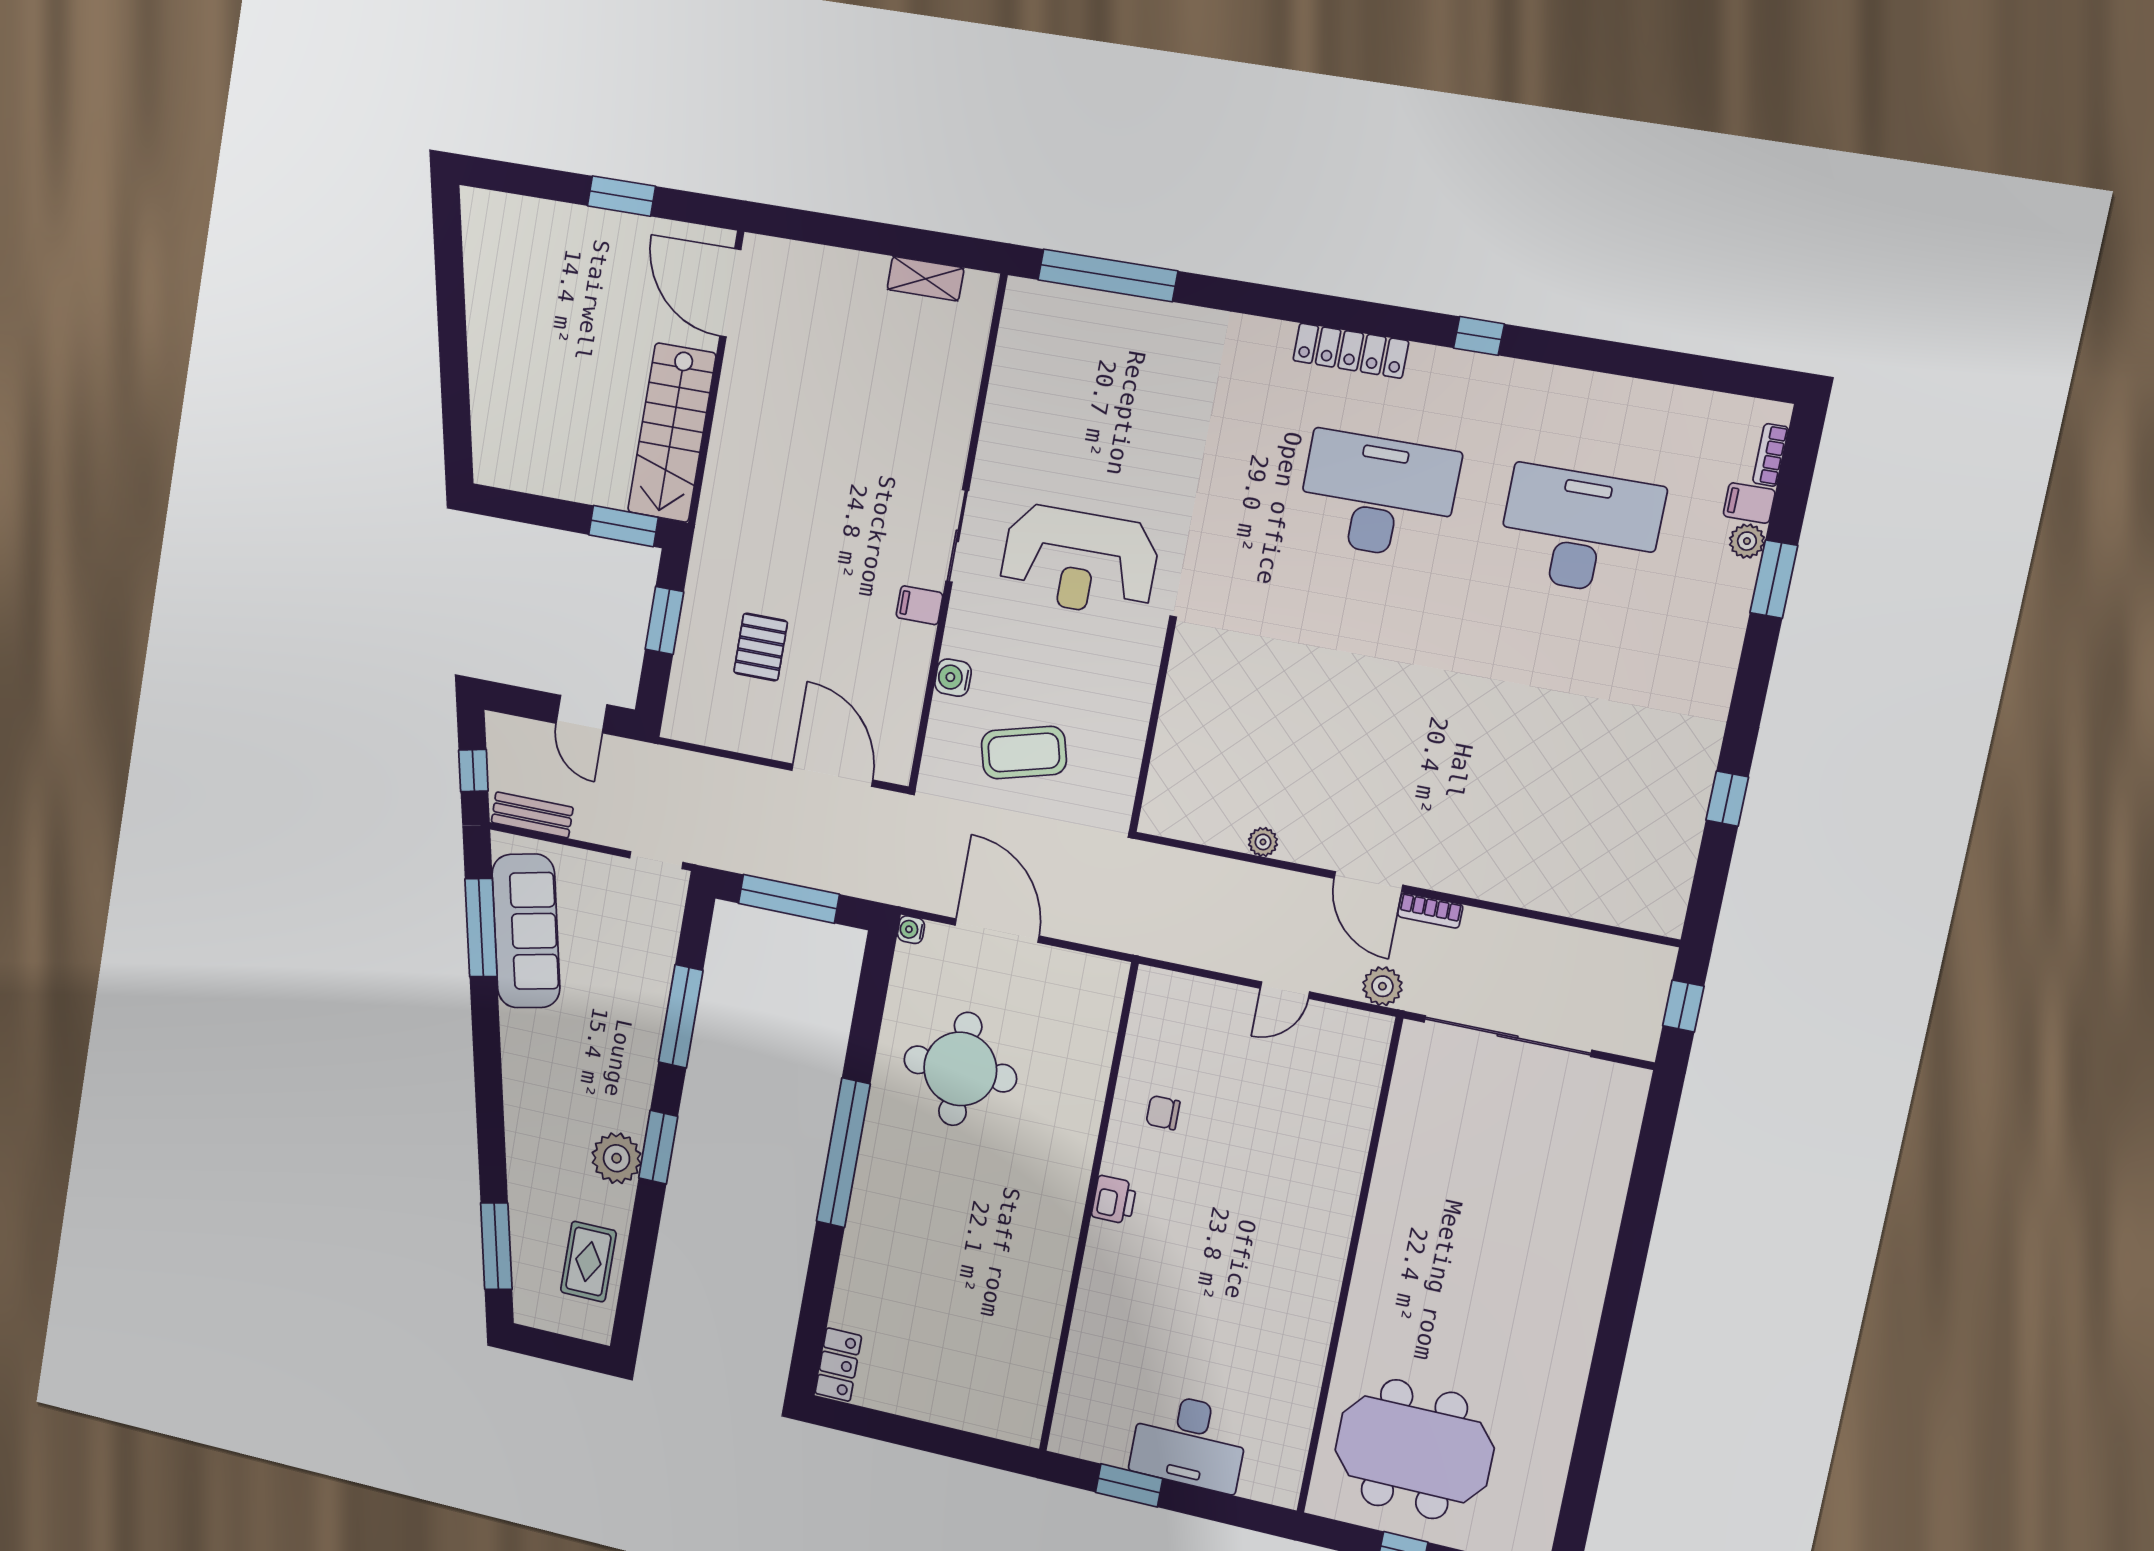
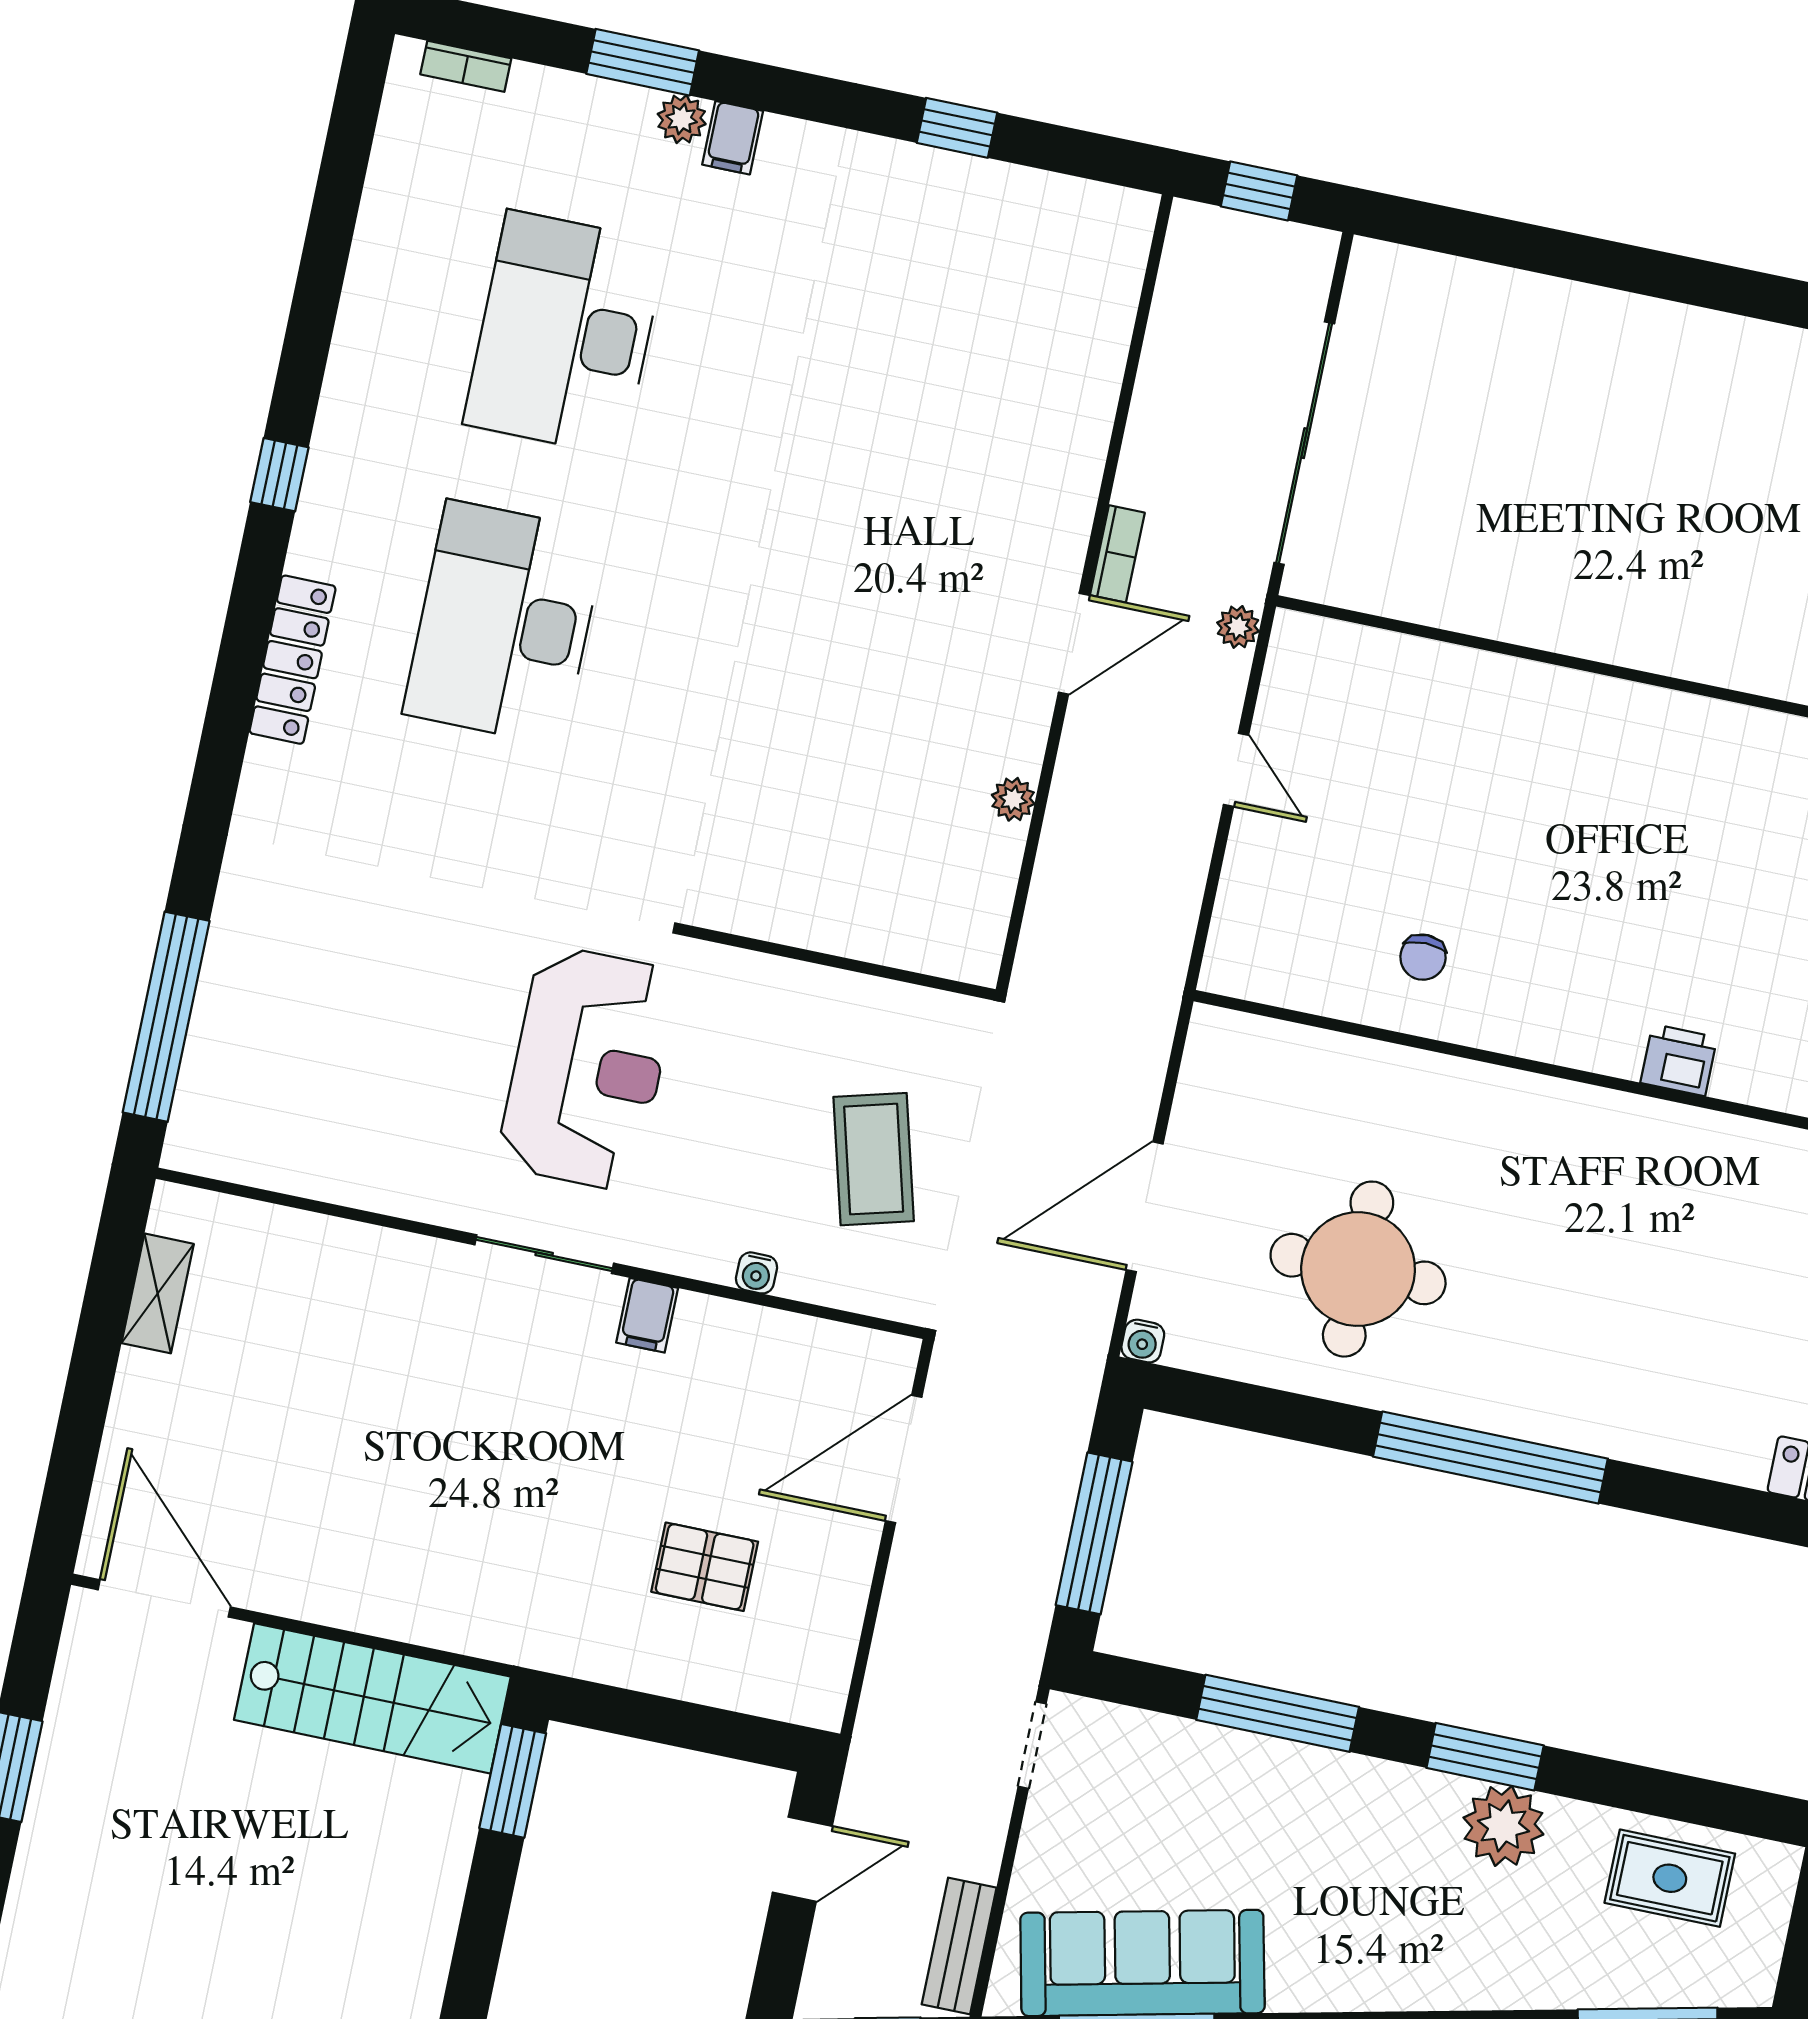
door: (730, 293) -> (164, 1598), swing flipped
filing cabinet: (1749, 503) -> (733, 138), moved
plant: (1747, 541) -> (682, 119), moved
window: (664, 620) -> (660, 1720), removed
water cooler: (953, 678) -> (757, 1273), width x0.72, depth x0.72
plant: (1382, 986) -> (1238, 627), width x0.73, depth x0.73
printer: (1114, 1200) -> (1679, 1060), moved

